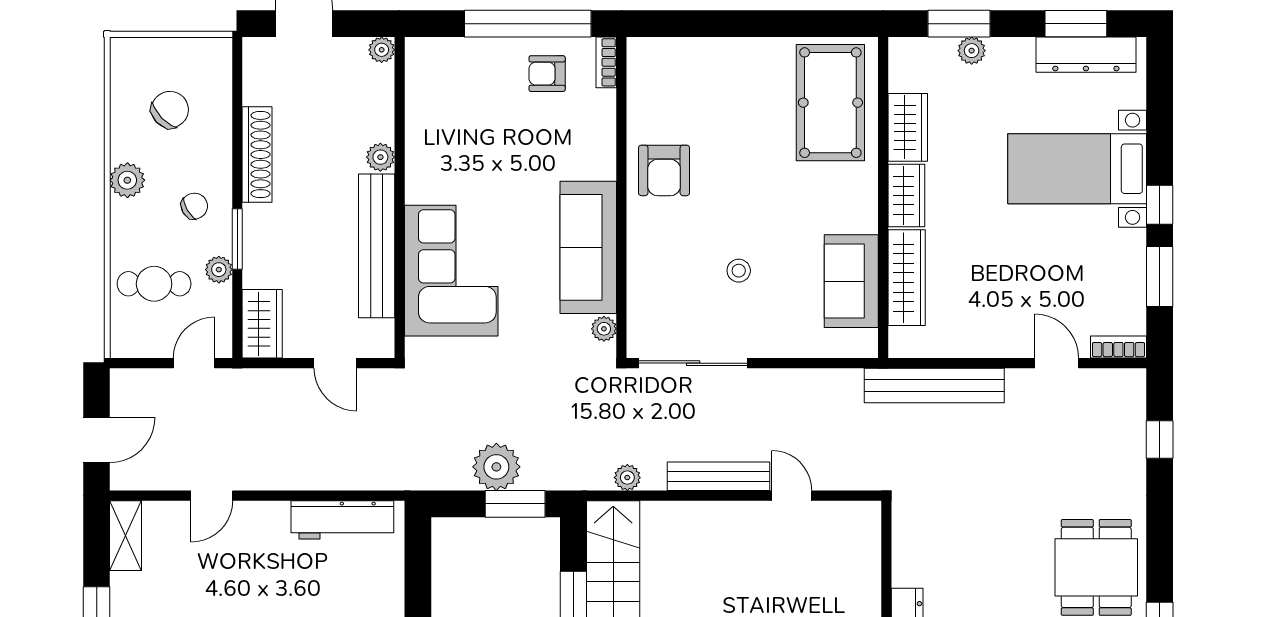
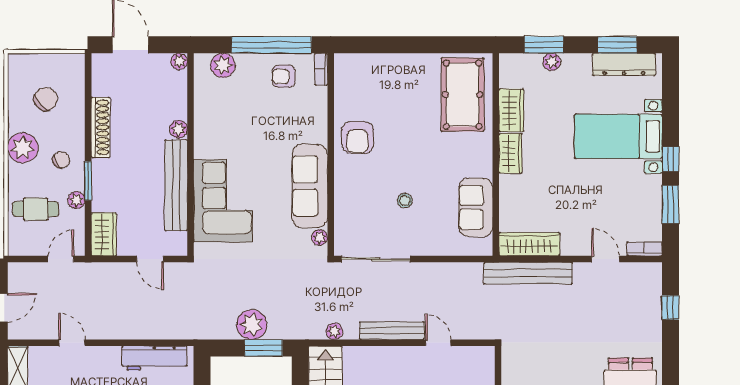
plant: (451, 56) -> (223, 65), added
plant: (127, 180) -> (23, 148), width x1.36, depth x1.36
wardrobe: (907, 278) -> (529, 244), moved, turned -90
door: (212, 496) -> (72, 343), swing flipped

